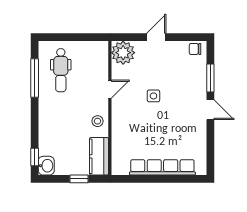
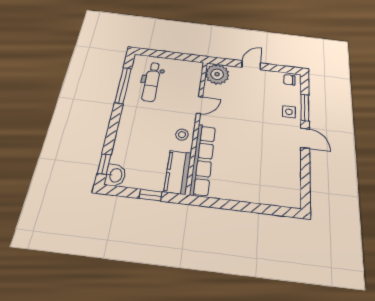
side table: (153, 96) -> (289, 112), moved
row of seats: (162, 167) -> (203, 160), moved, turned 90

